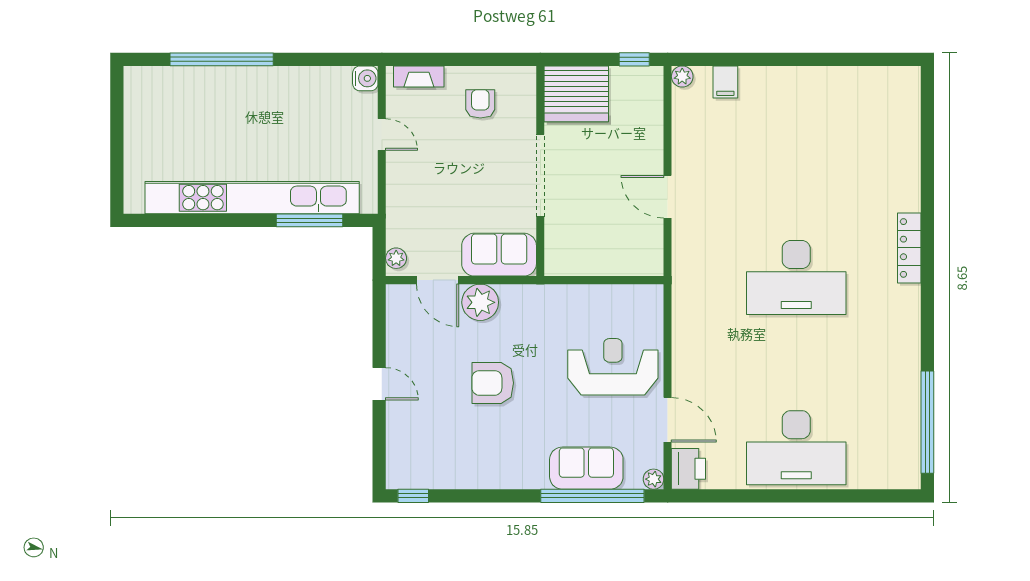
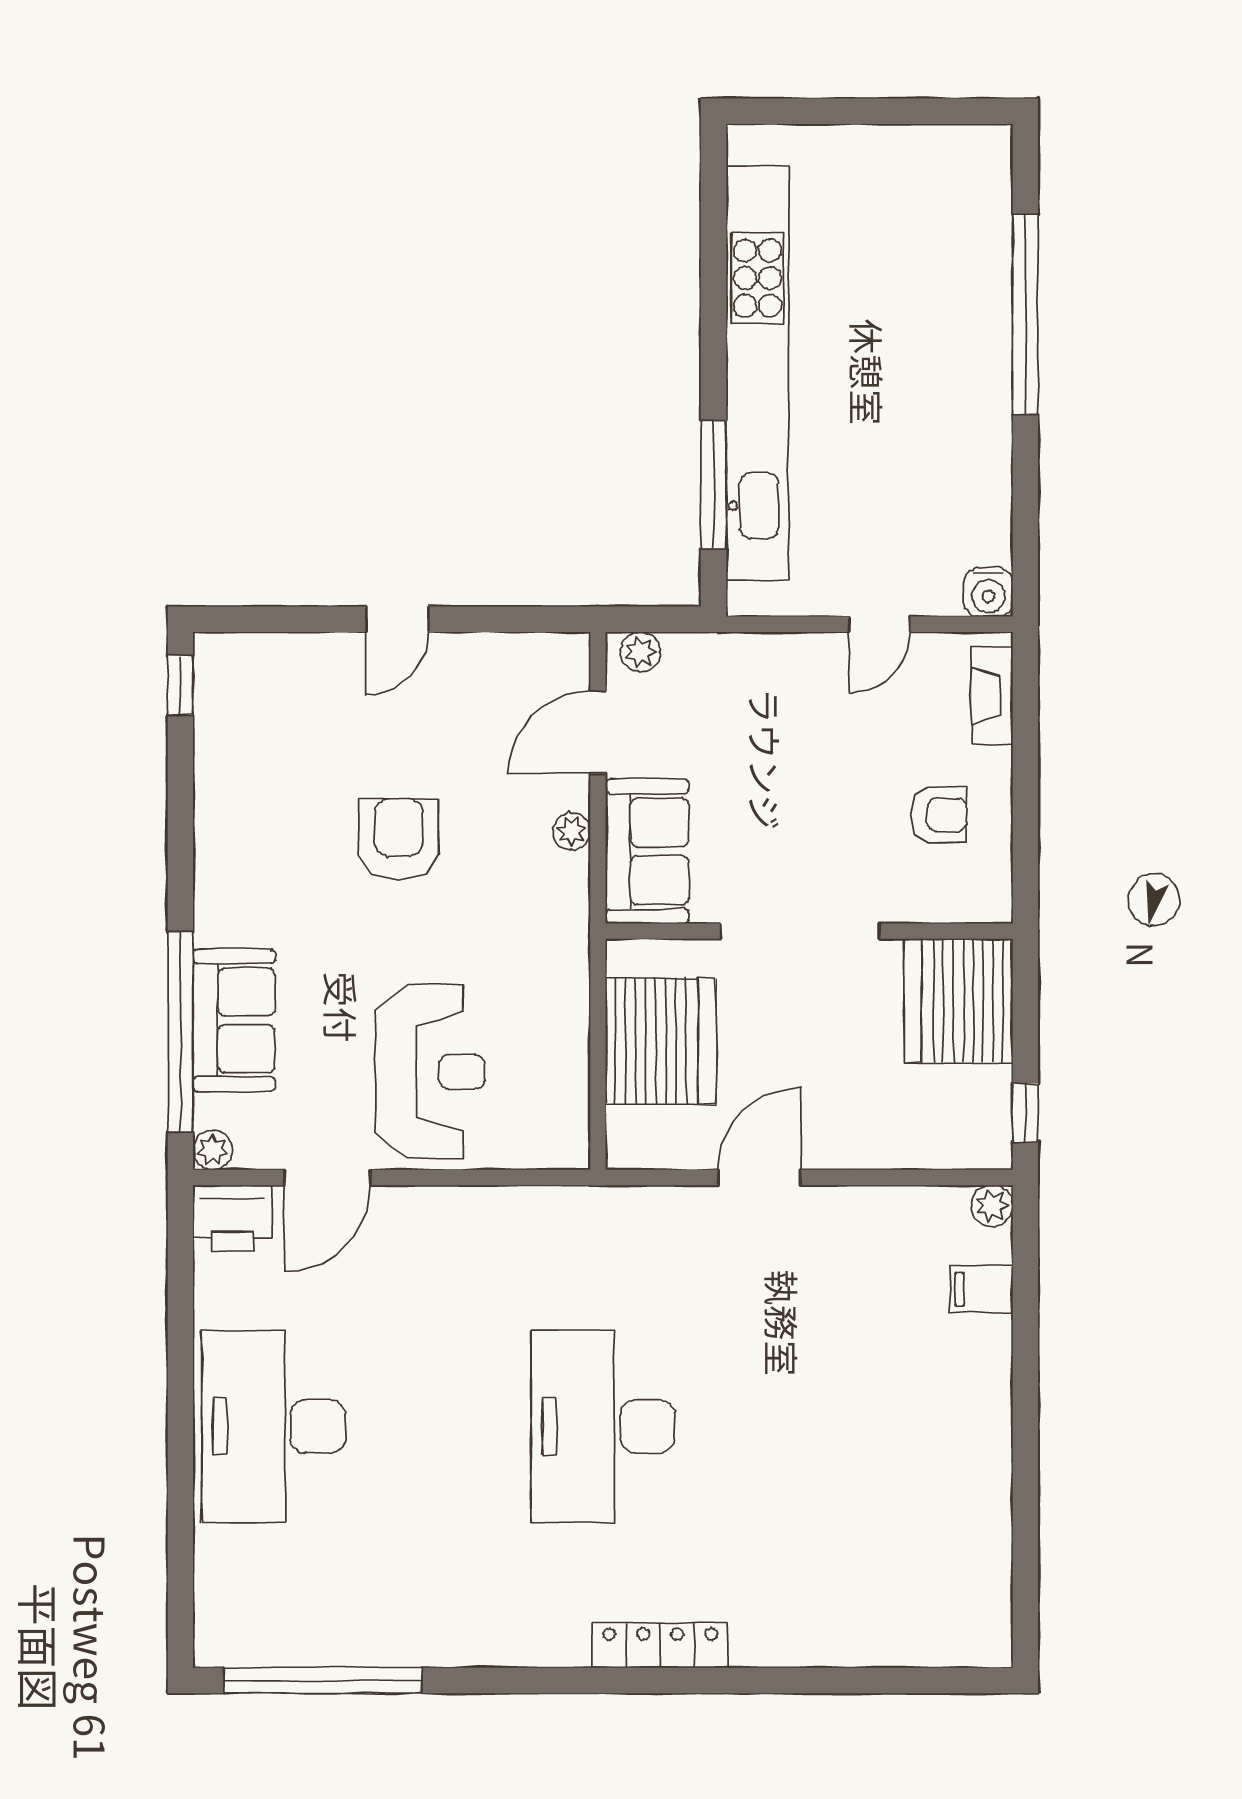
server rack: (597, 248) -> (661, 1041), added
plant: (480, 302) -> (571, 831), width x0.53, depth x0.53

